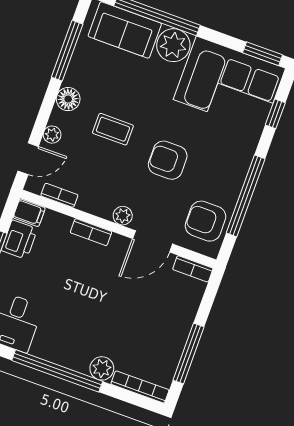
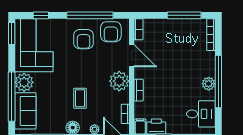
armchair: (168, 160) -> (84, 39), moved
plant: (123, 216) -> (119, 81), width x1.88, depth x1.88
plant: (102, 368) -> (209, 84), moved

